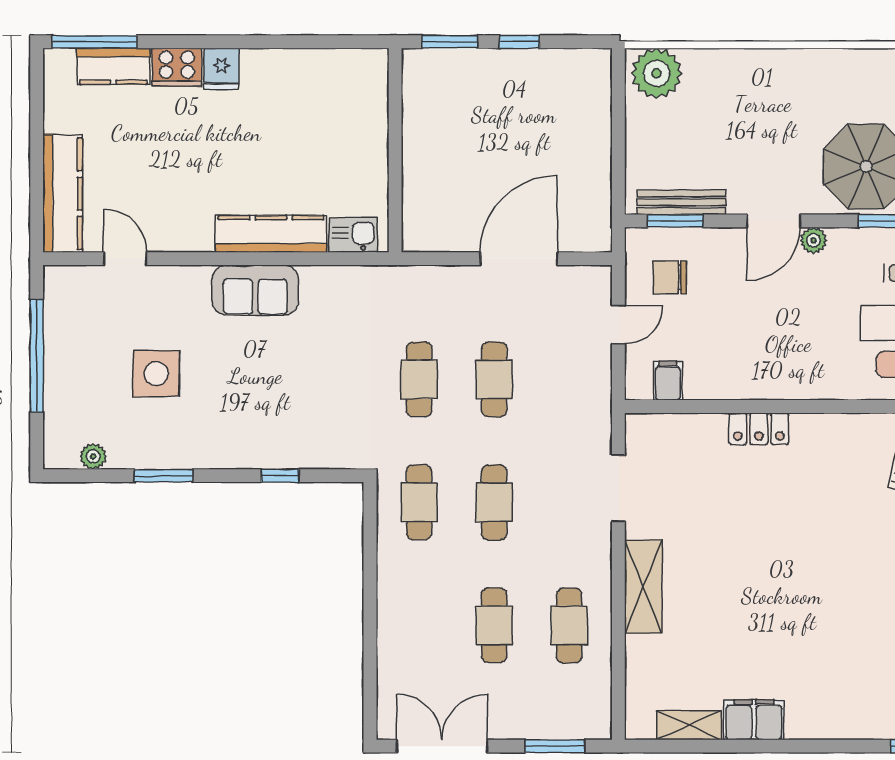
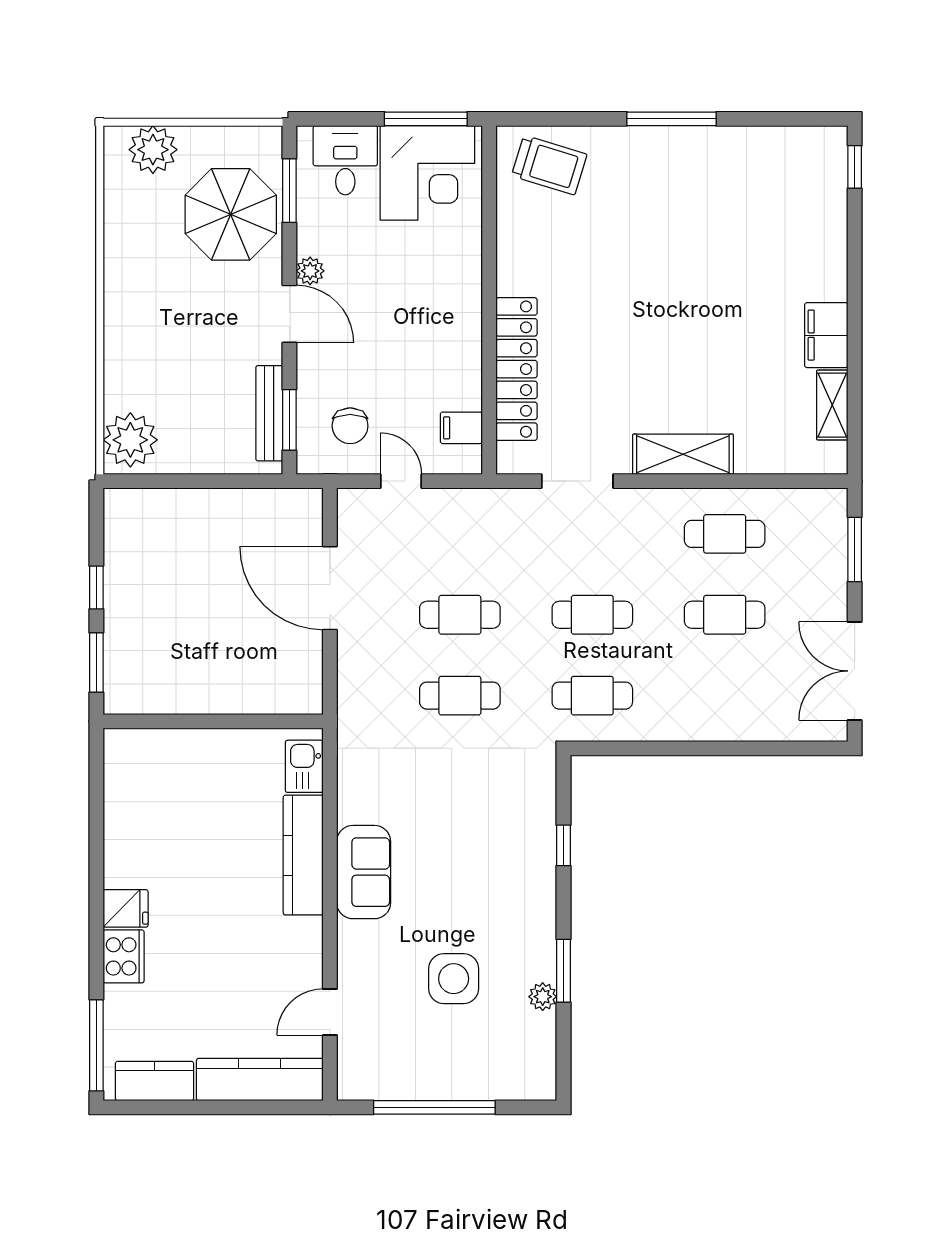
kitchen counter: (113, 66) -> (155, 1081), moved, turned -90
locker: (759, 429) -> (516, 369), width x2.16, depth x1.21
plant: (93, 456) -> (543, 997), moved

